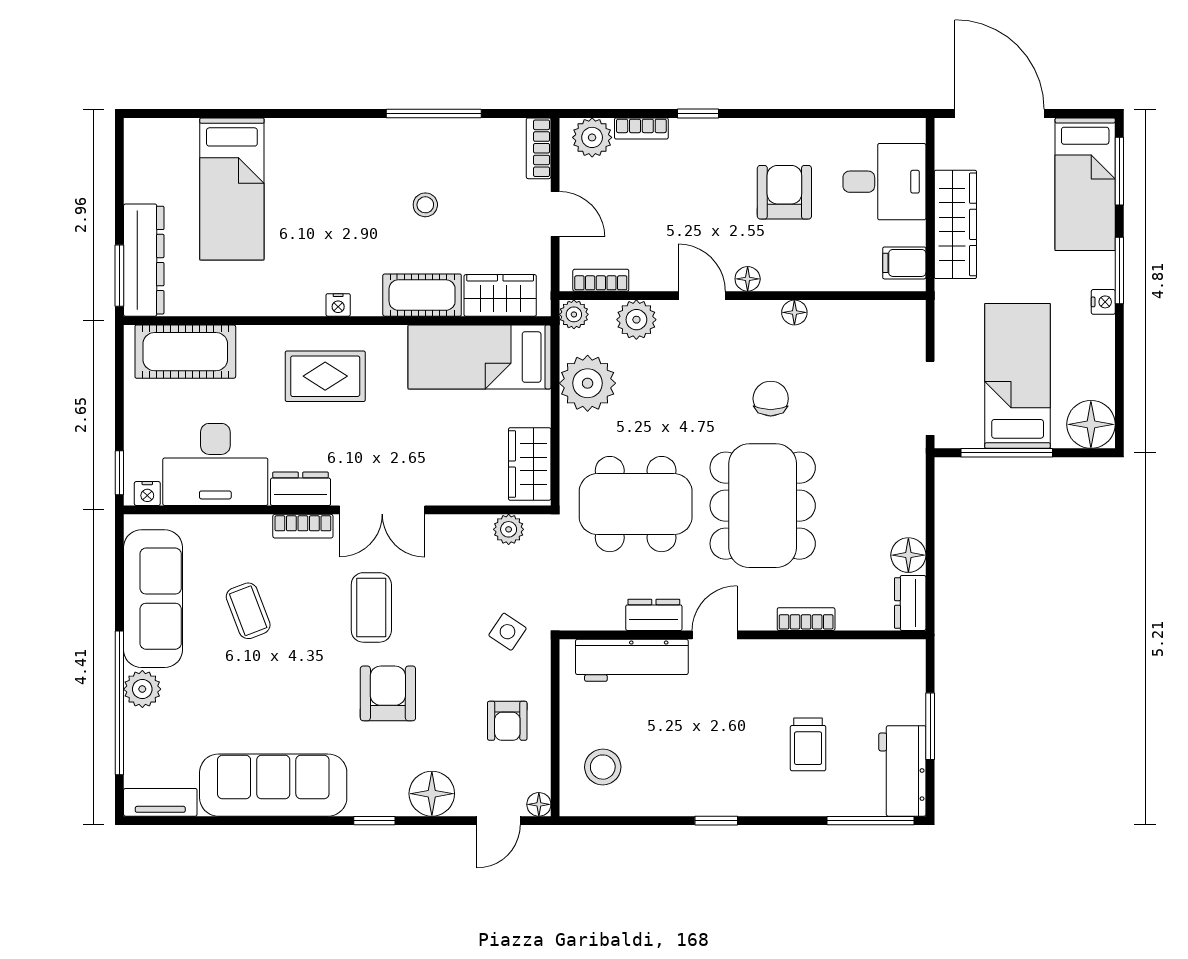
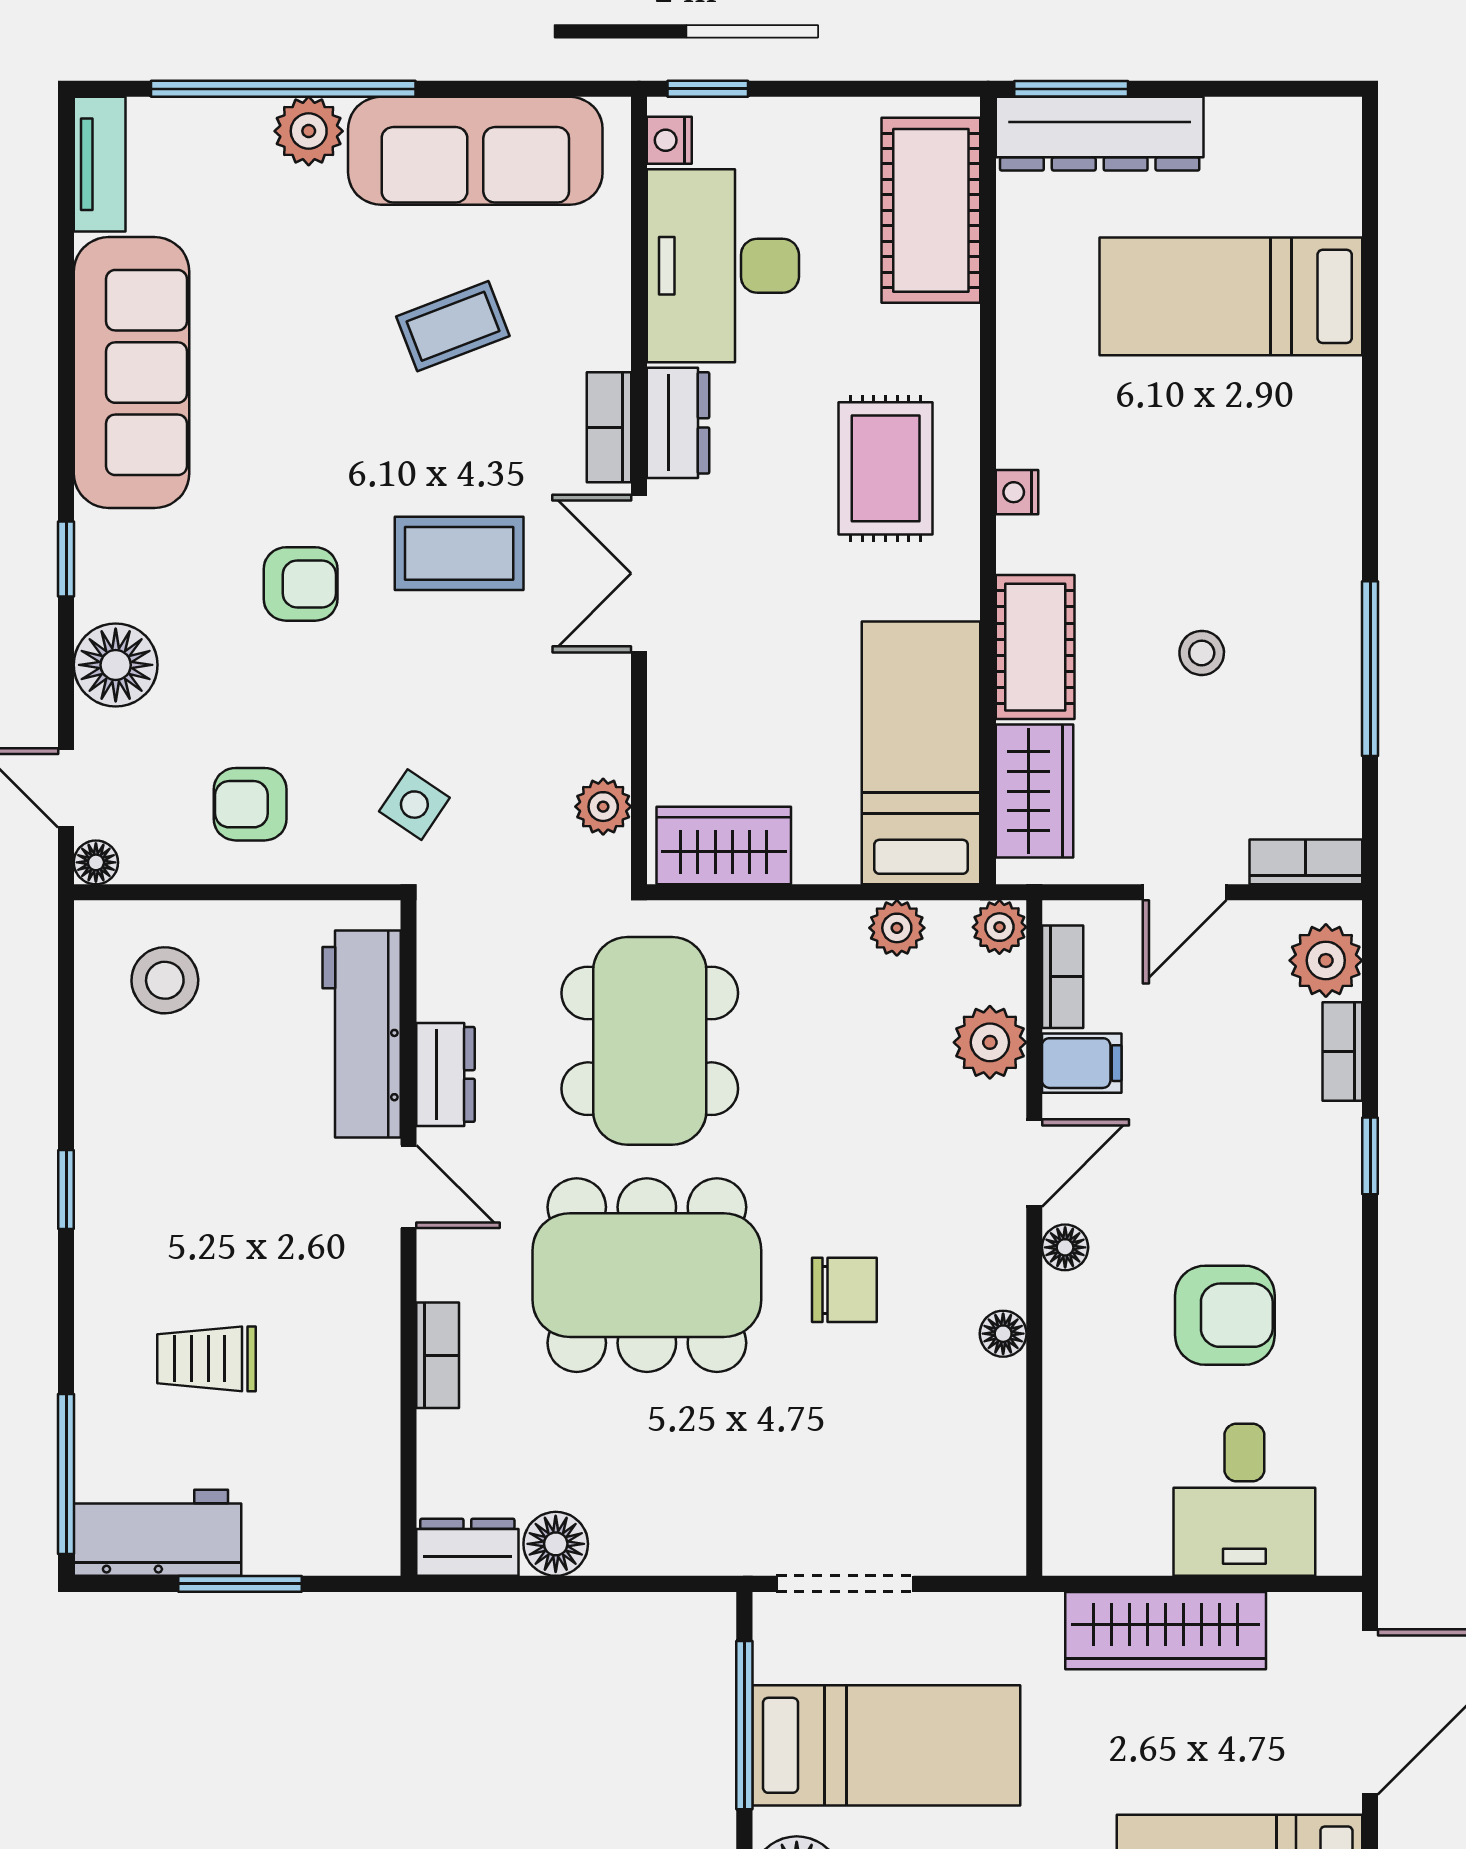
filing cabinet: (904, 263) -> (1082, 1063), moved, turned 90
plant: (588, 383) -> (897, 928), width x0.53, depth x0.53
armchair: (388, 693) -> (301, 584), width x0.72, depth x0.72

